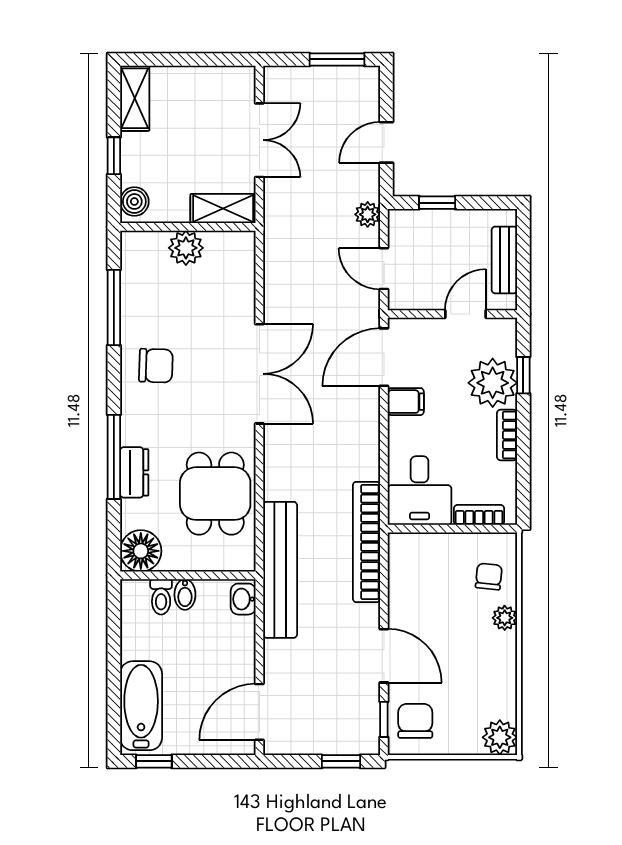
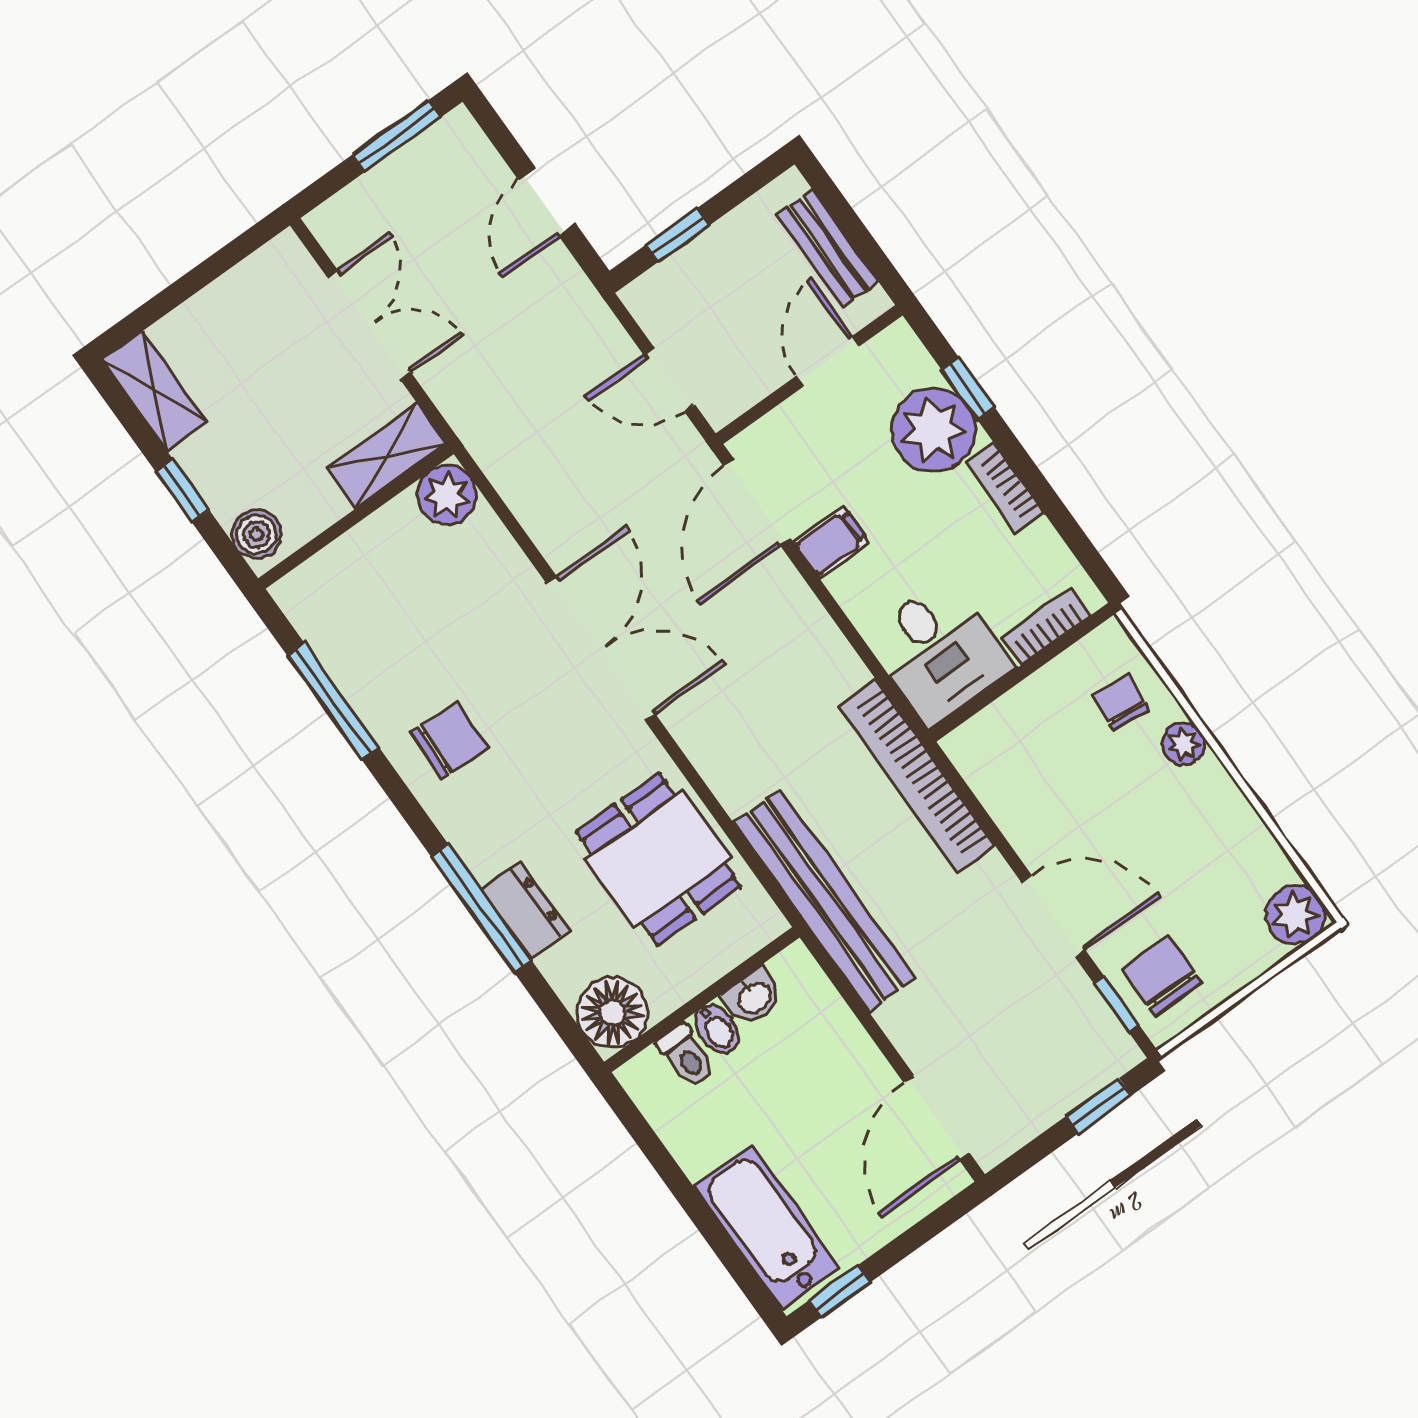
plant: (368, 214) -> (593, 321), removed
plant: (186, 248) -> (447, 495), moved
washbasin: (243, 599) -> (753, 997), moved, turned -90

